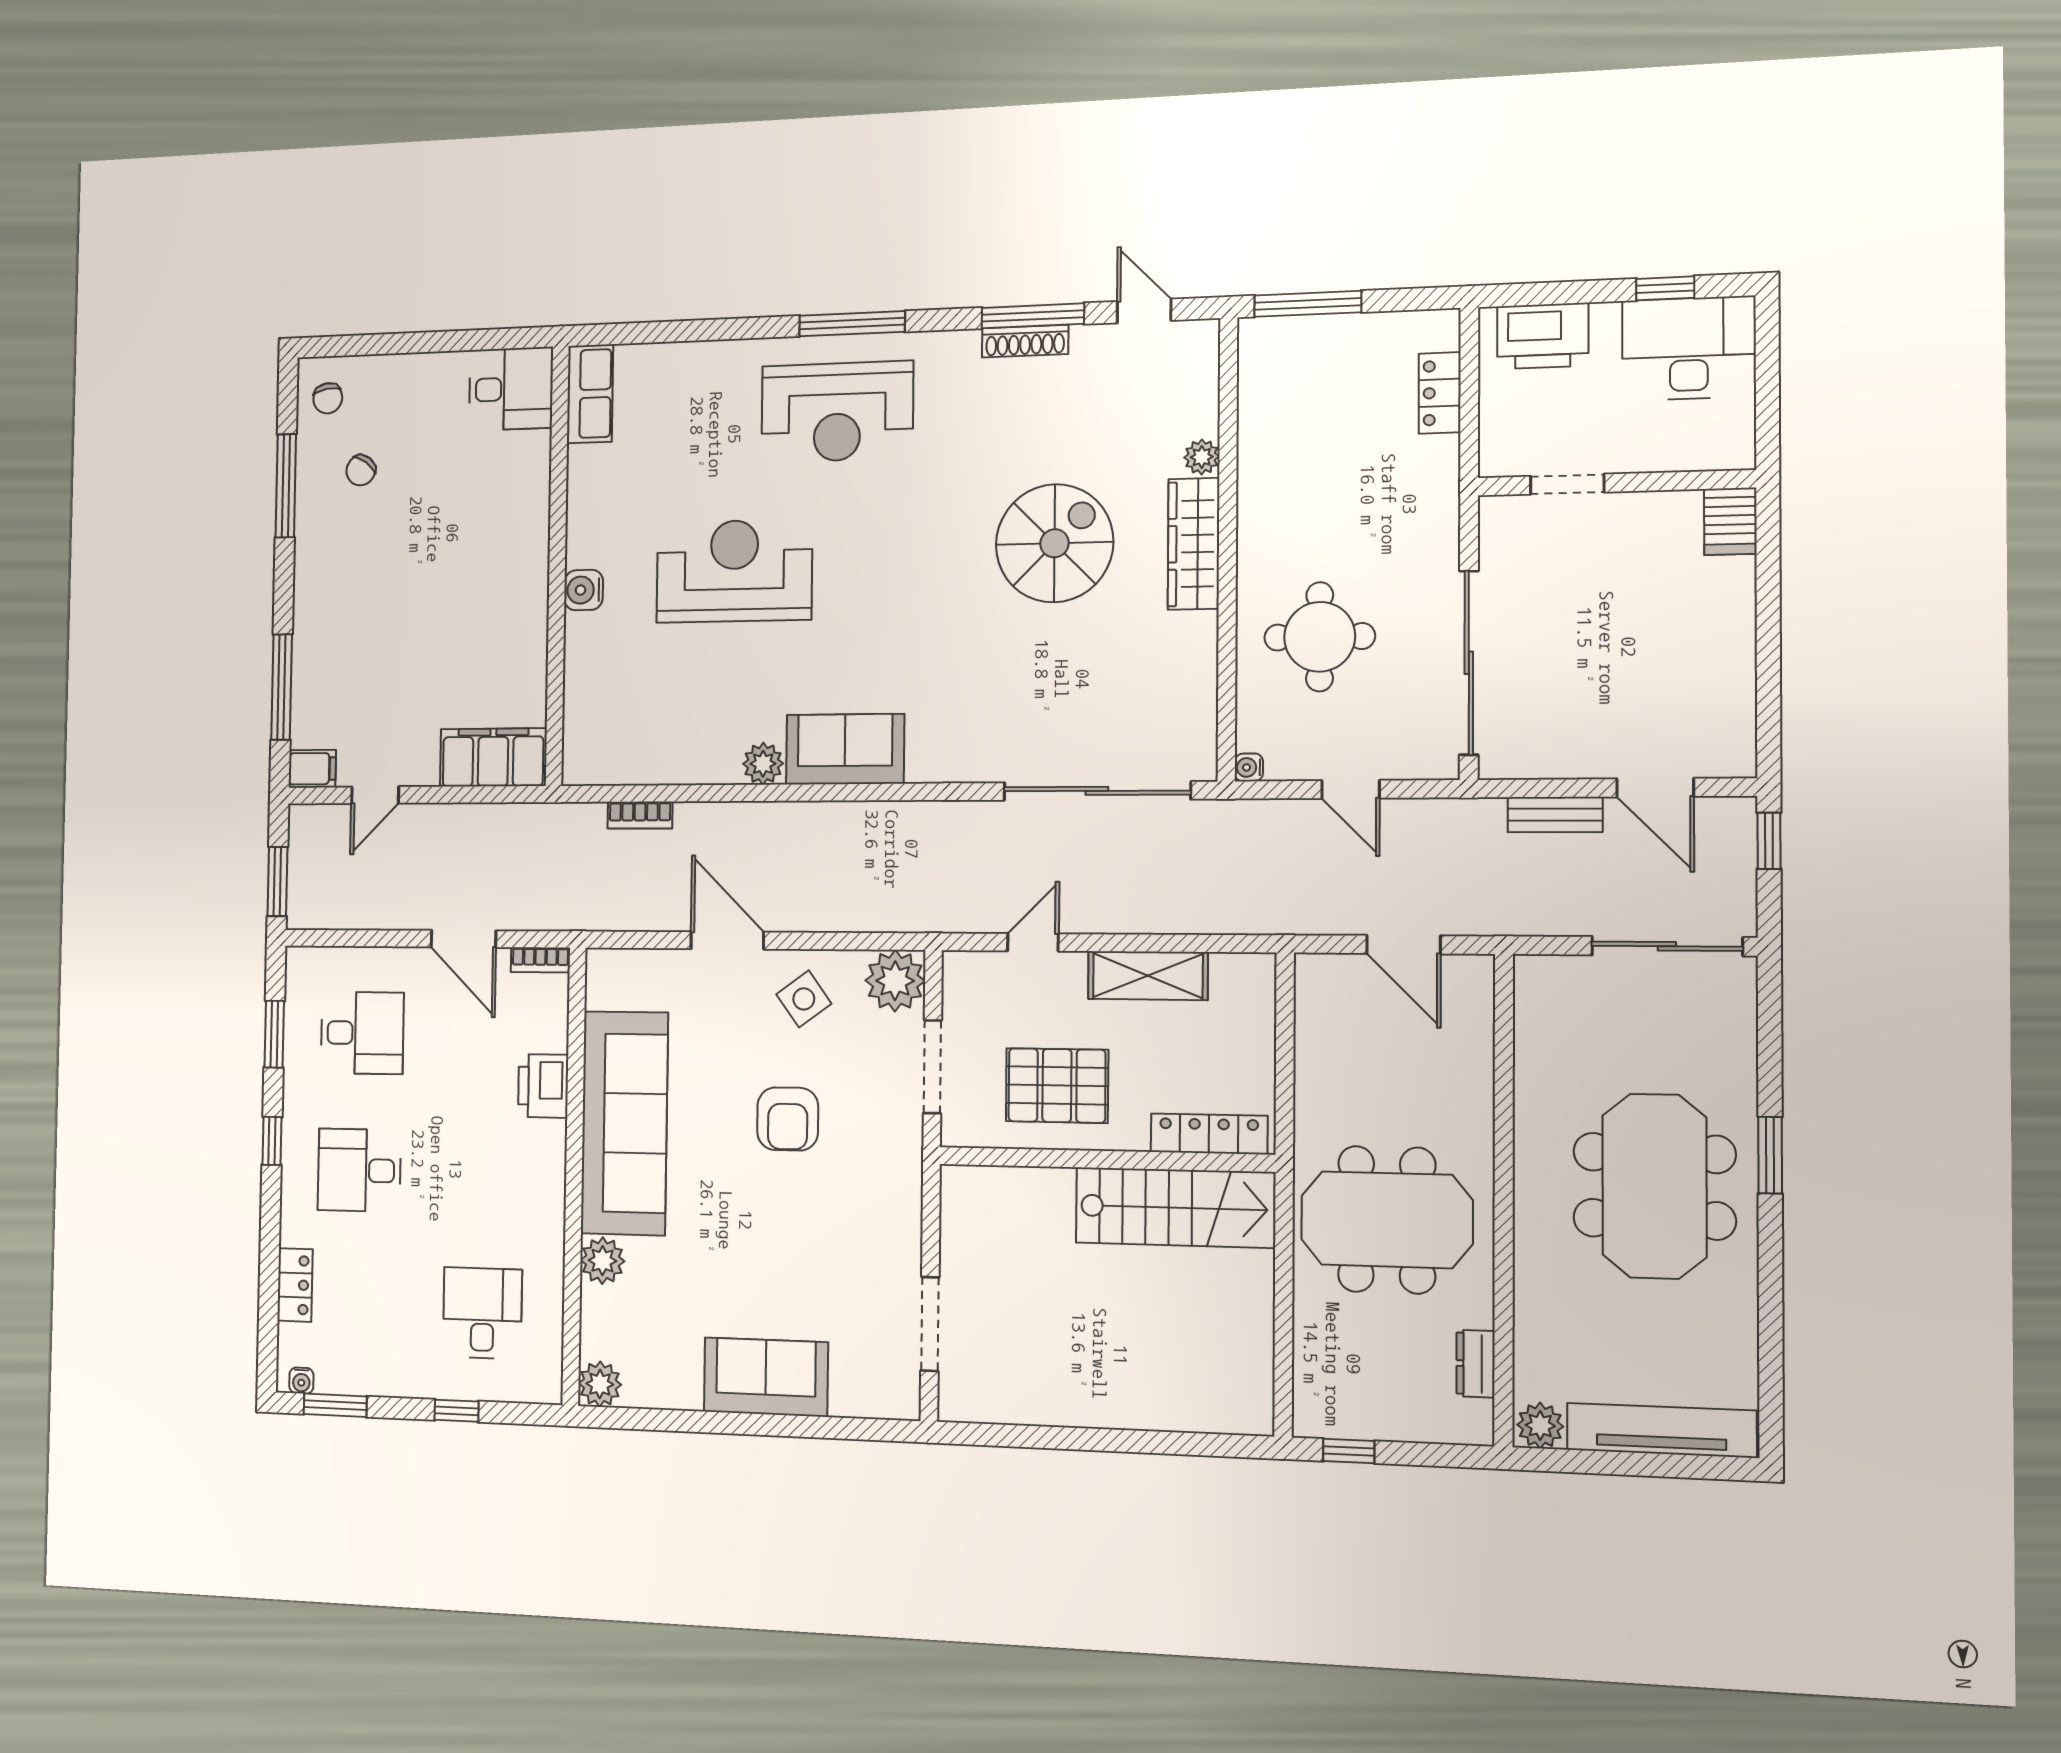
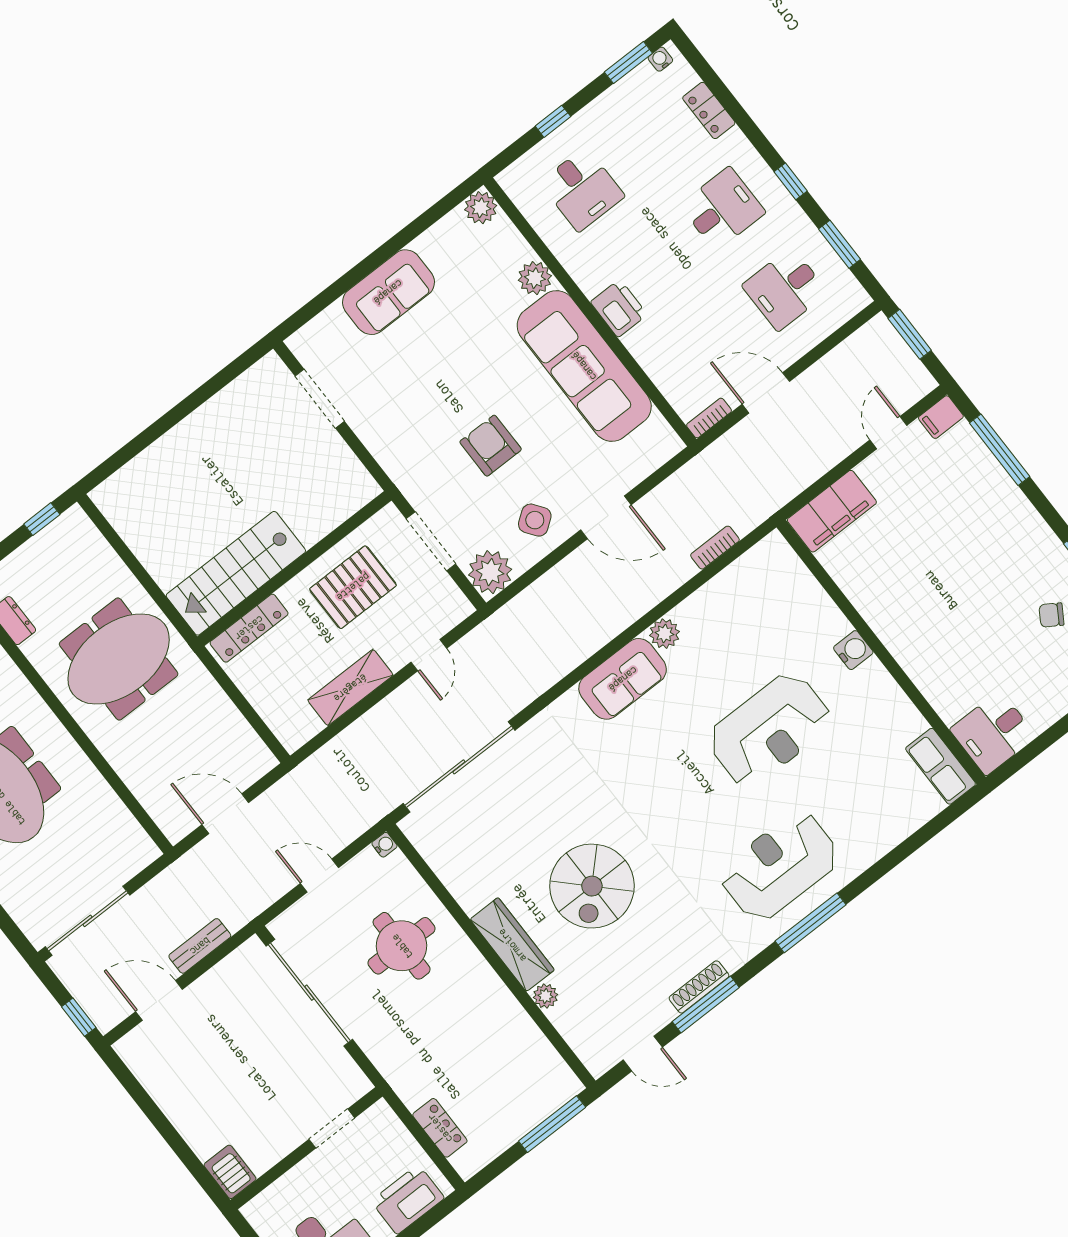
chair: (361, 470) -> (1051, 615), turned -94
printer: (543, 1086) -> (619, 308), moved

